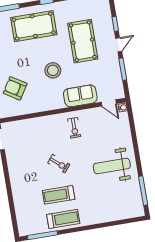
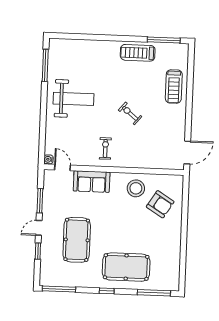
stool: (53, 70) -> (136, 188), moved
treadmill: (59, 195) -> (174, 86), moved, turned 90

